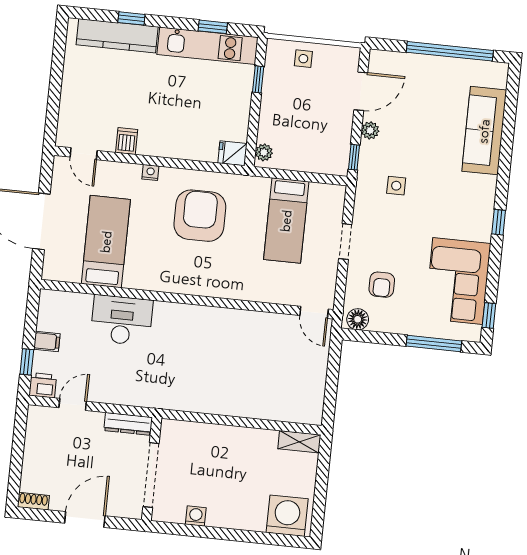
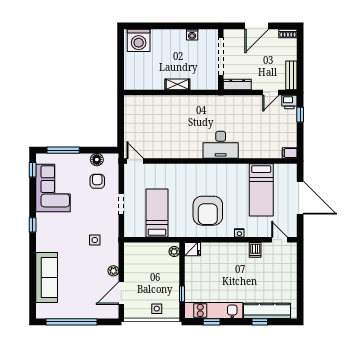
window: (354, 157) -> (121, 254), removed
floor lamp: (358, 319) -> (97, 160), moved
desk: (122, 320) -> (221, 145), moved
filing cabinet: (47, 341) -> (290, 153), moved
bench: (35, 430) -> (291, 75), added
shelving: (299, 442) -> (177, 84), moved

